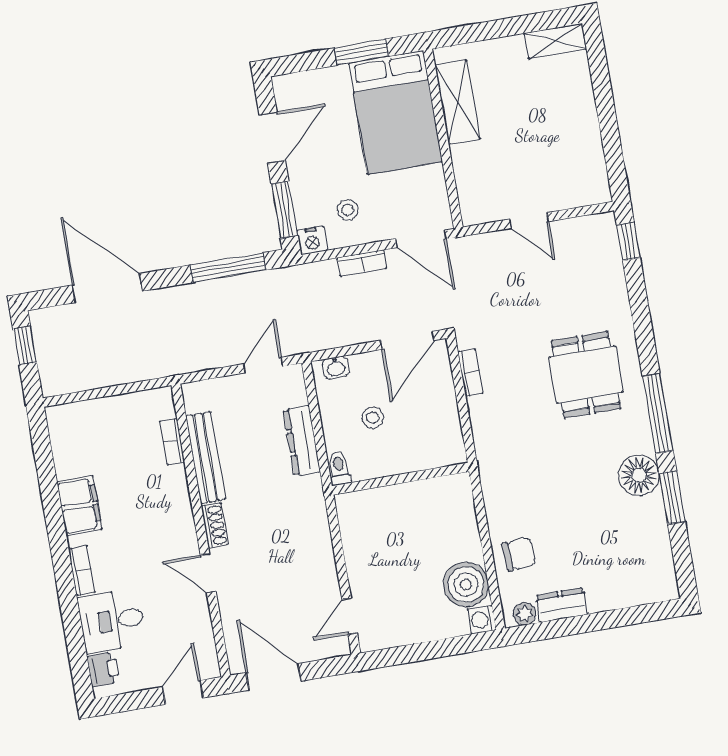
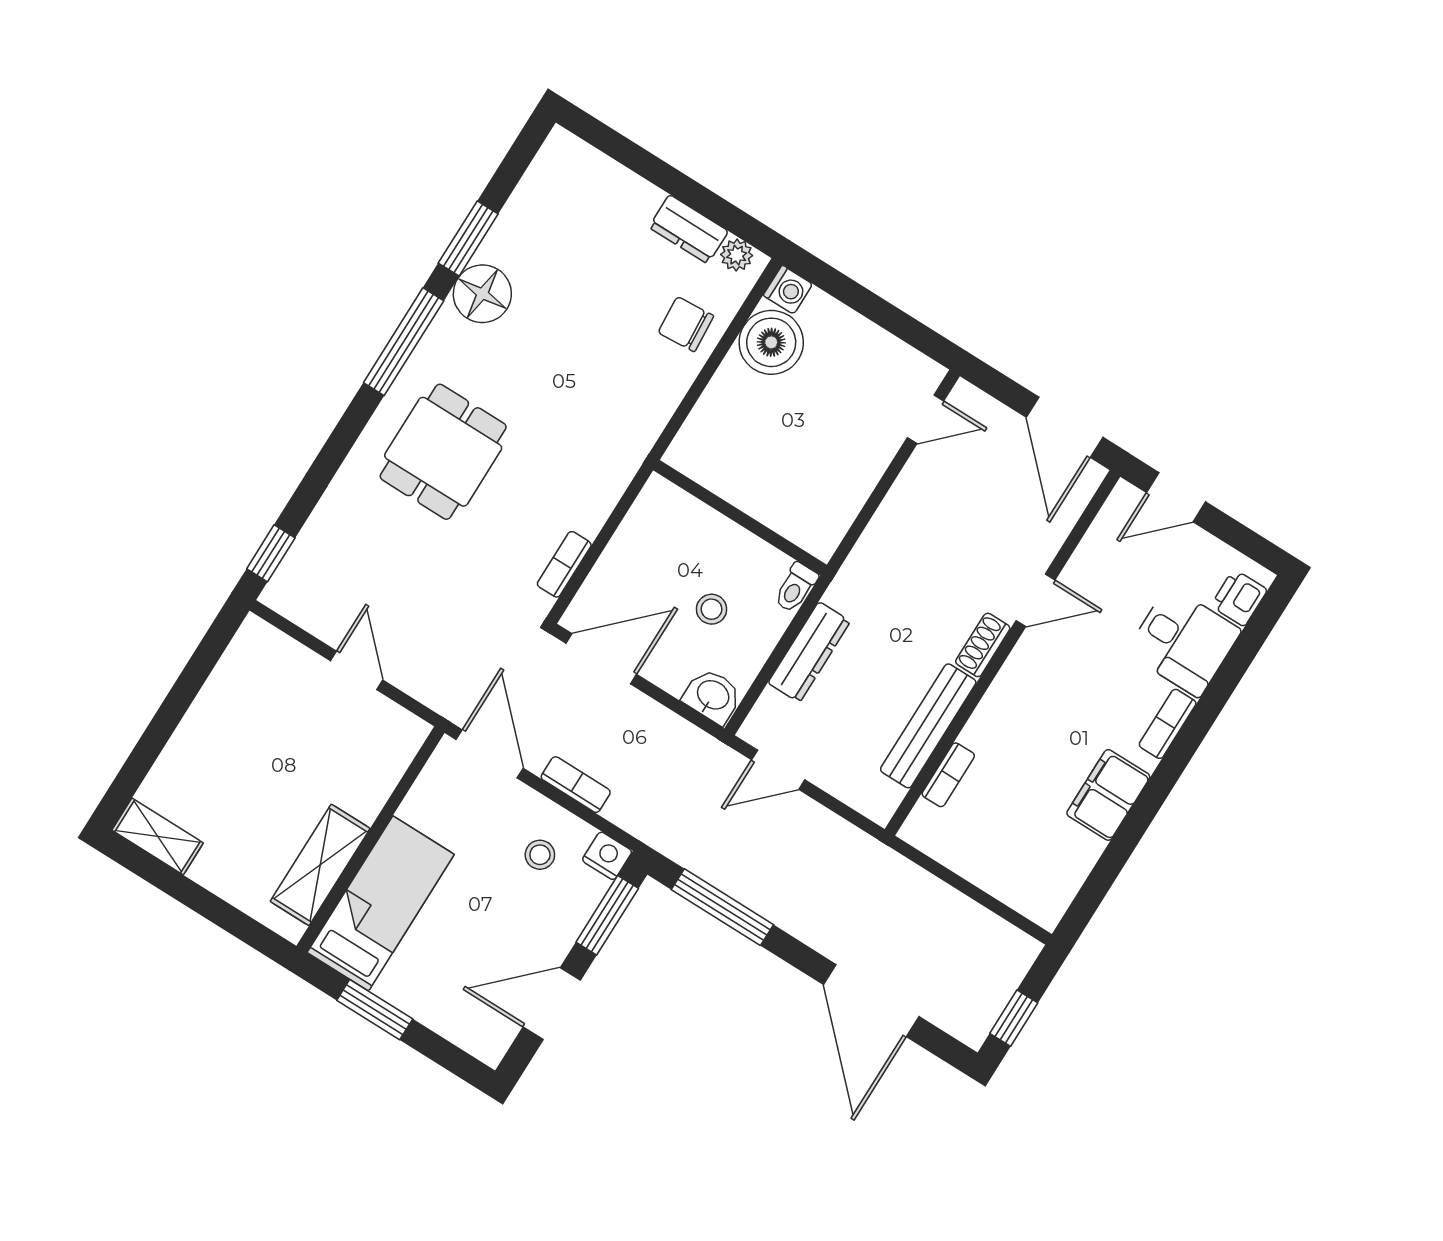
bed: (395, 112) -> (381, 903), width x0.67
washbasin: (336, 368) -> (713, 696), width x1.38, depth x1.45
door: (208, 573) -> (1035, 600), hinge flipped

